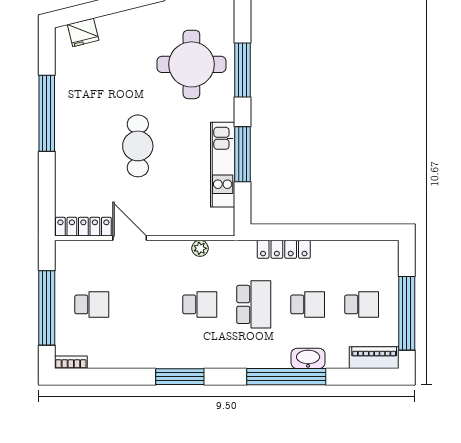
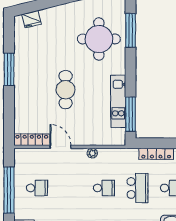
window: (243, 70) -> (131, 30), moved
window: (47, 113) -> (9, 69), width x0.68
window: (243, 154) -> (131, 114), moved
plant: (200, 248) -> (92, 153), moved

